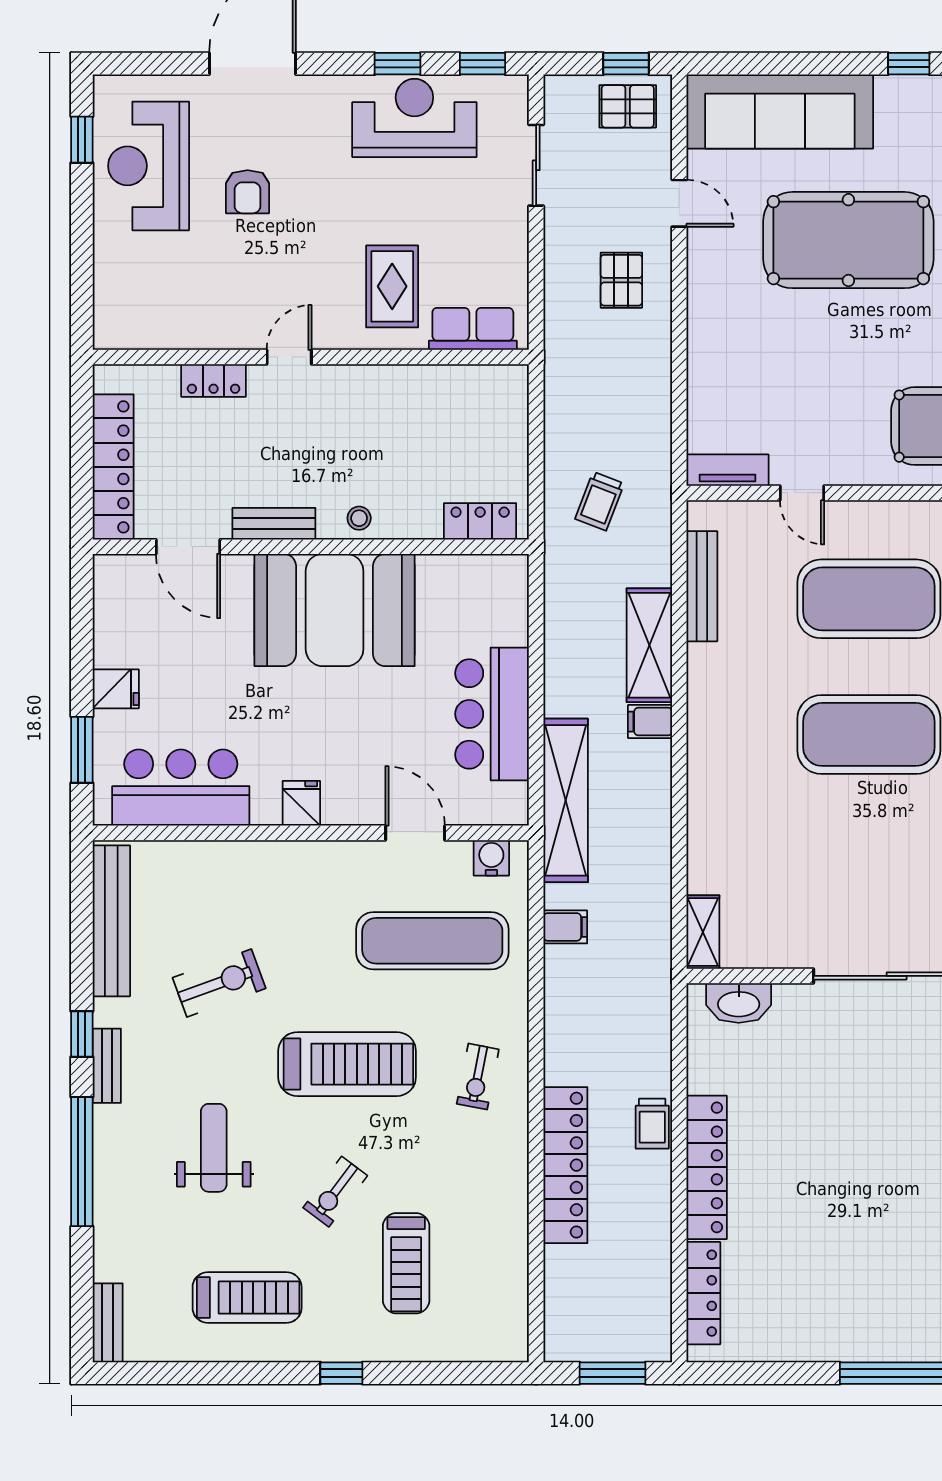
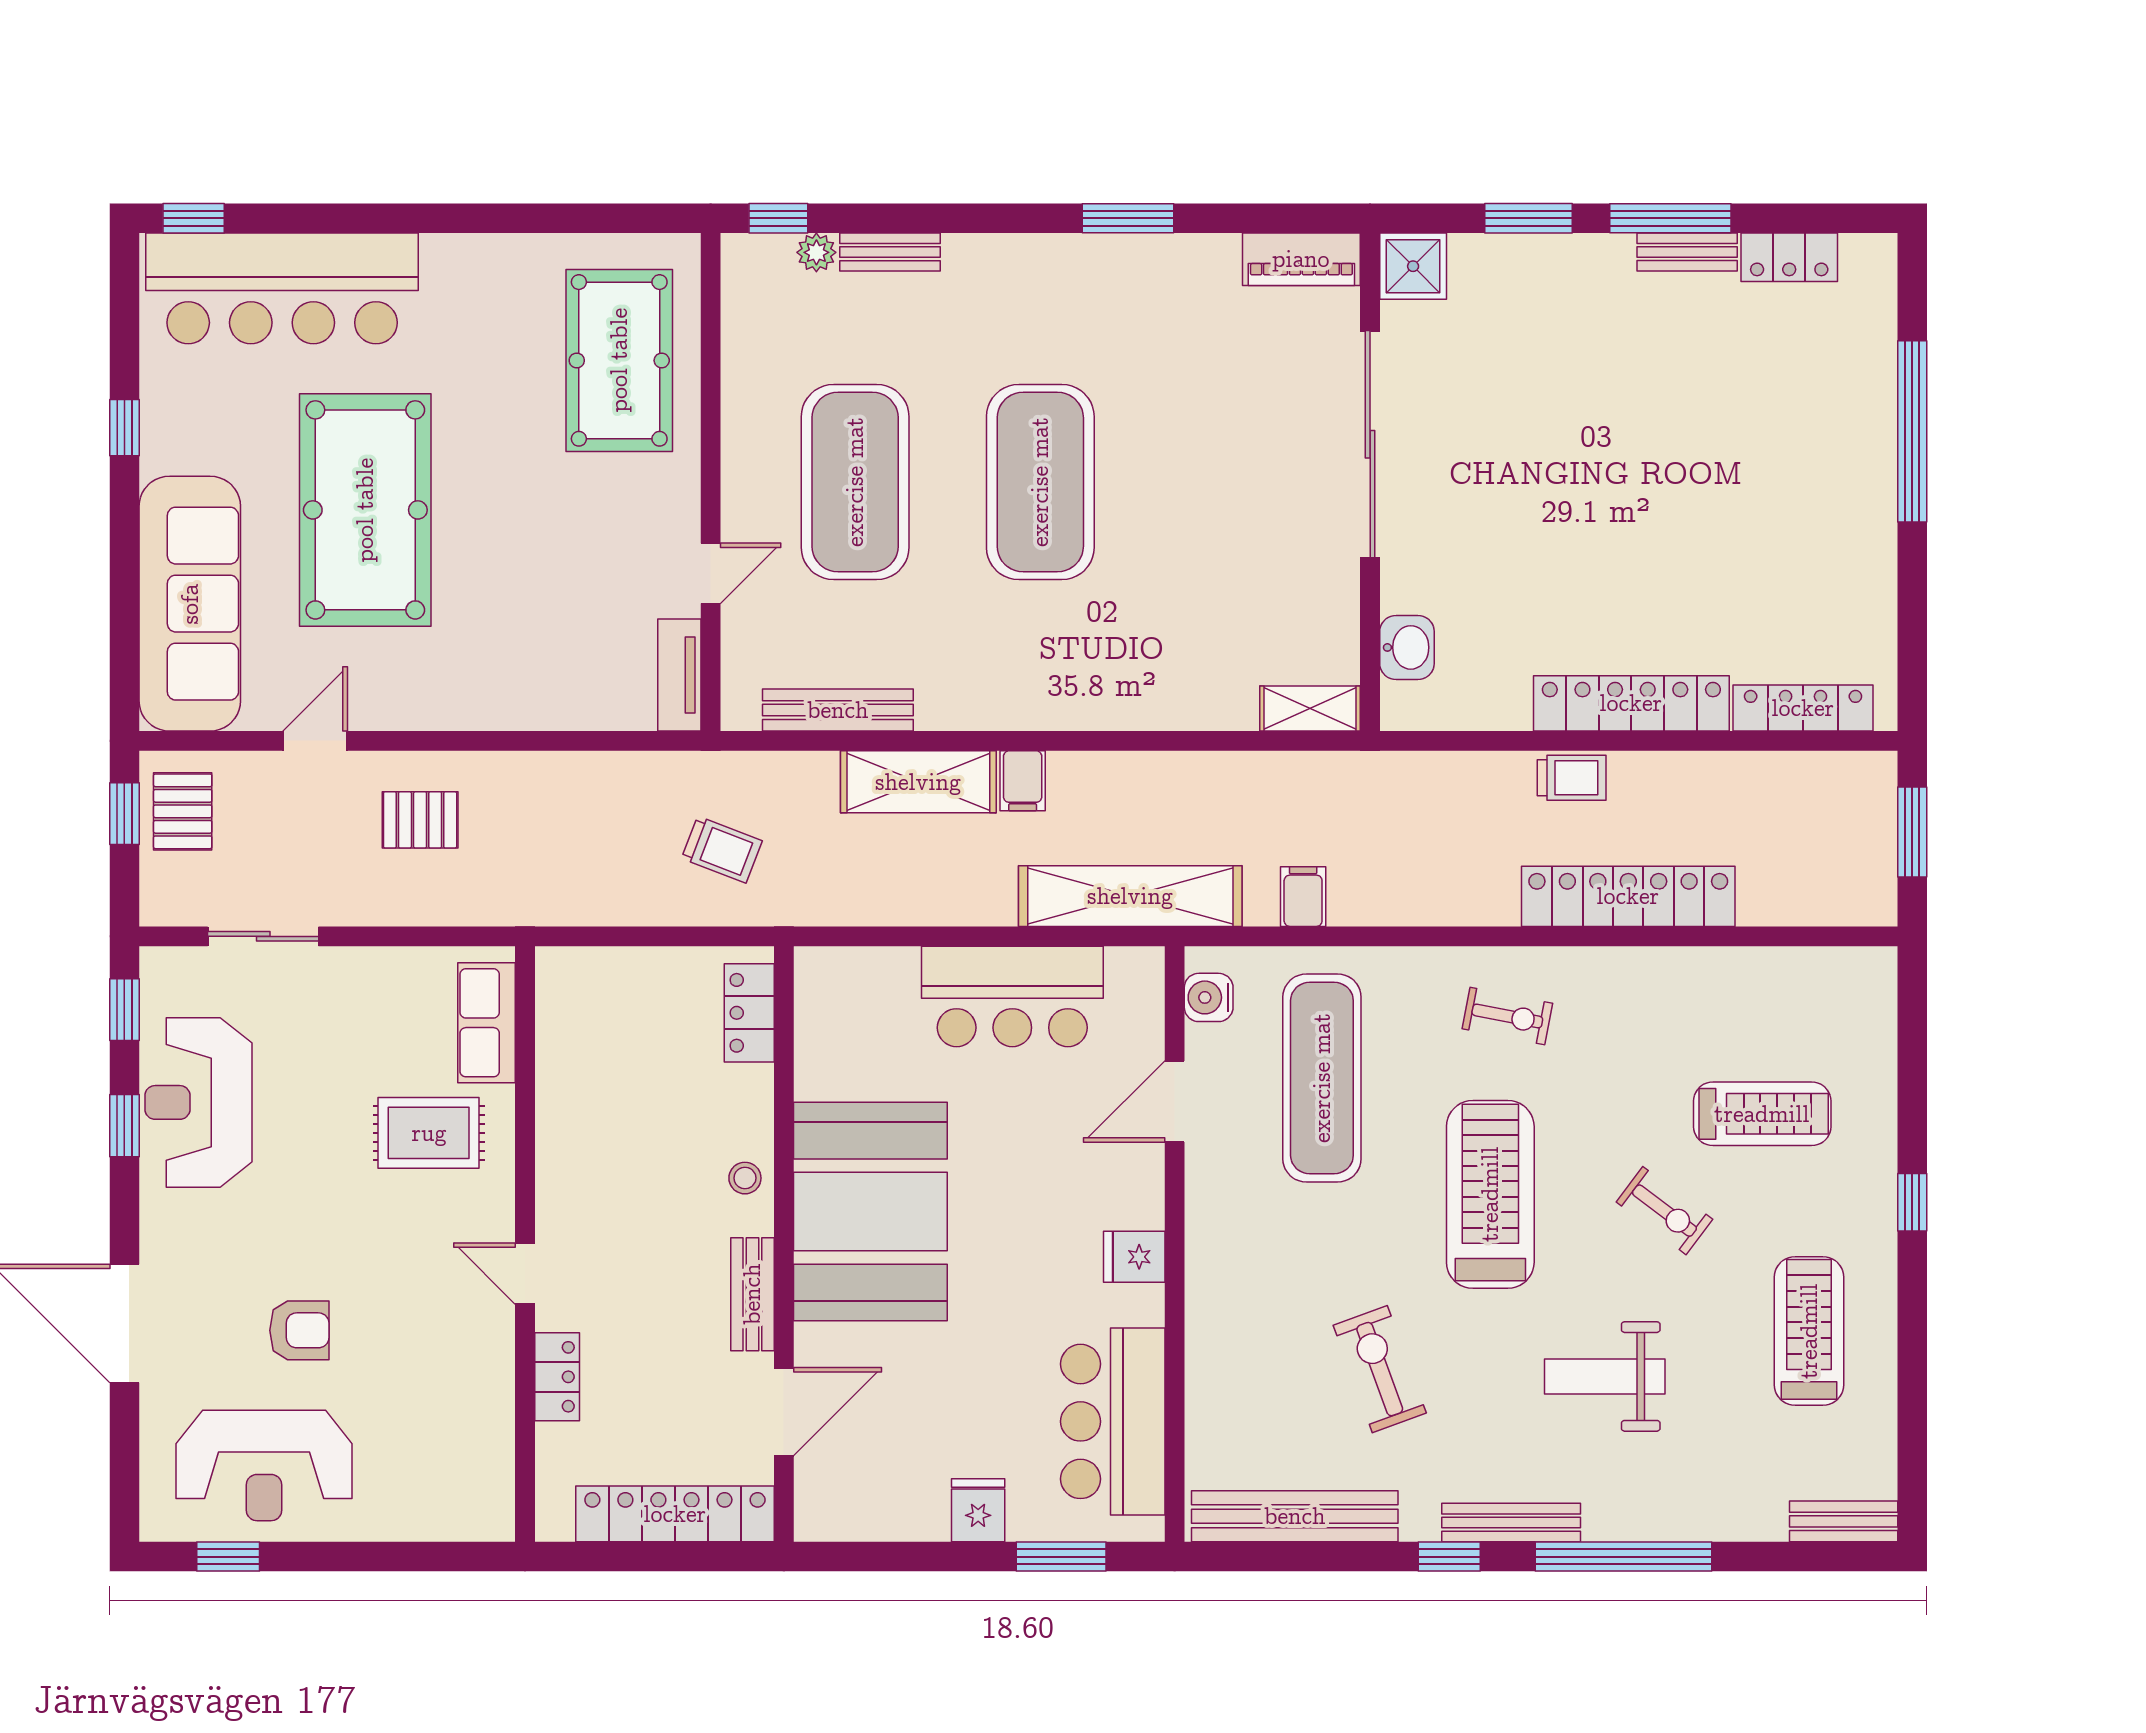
washbasin: (739, 1003) -> (1407, 647), width x0.72
bench: (107, 1066) -> (1511, 1523), width x1.36

